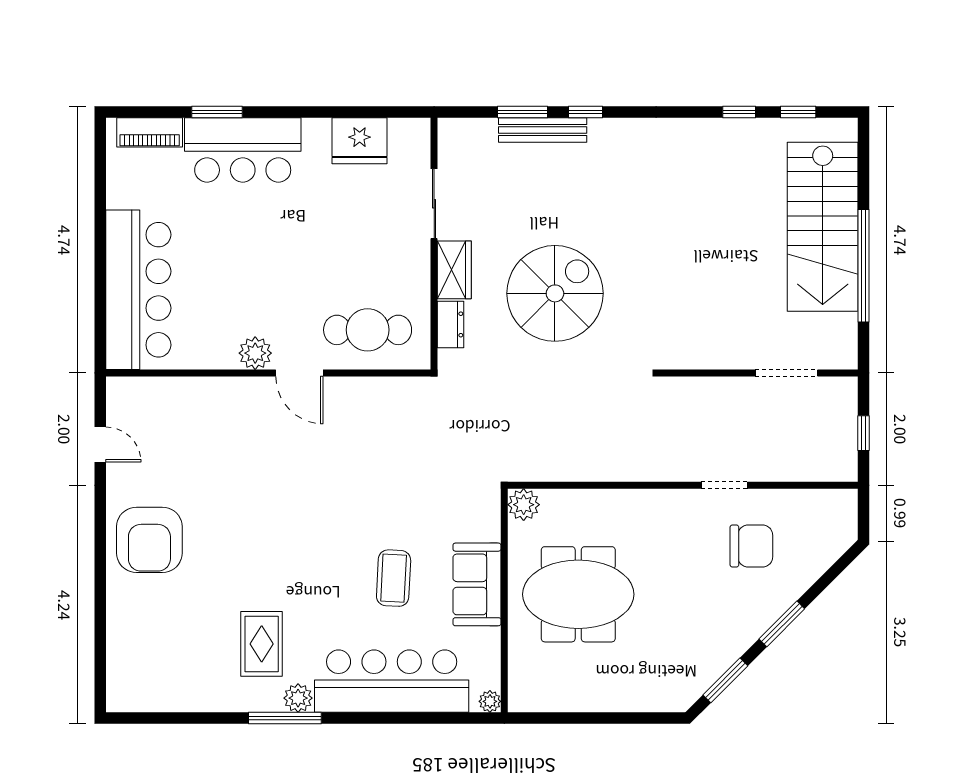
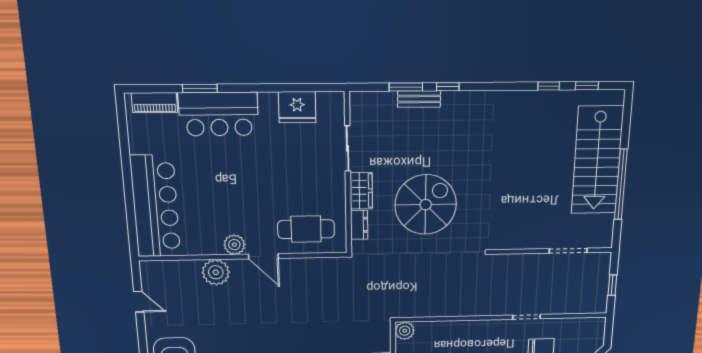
bench: (543, 130) -> (419, 99), width x0.73
plant: (224, 398) -> (216, 272), added

